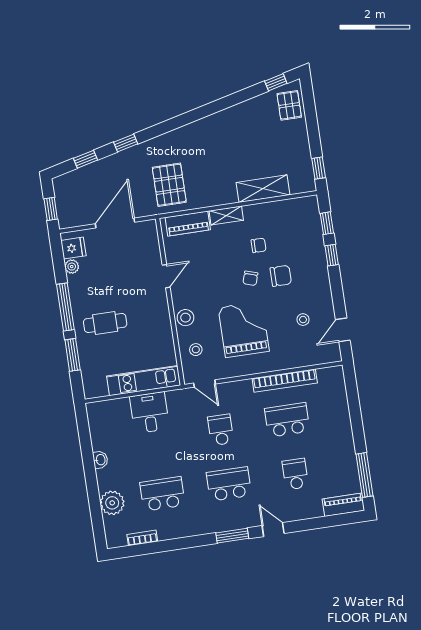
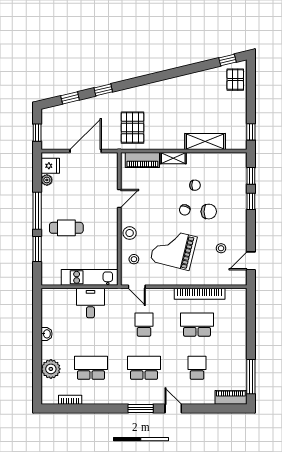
grand piano: (244, 329) -> (174, 249), turned -76

